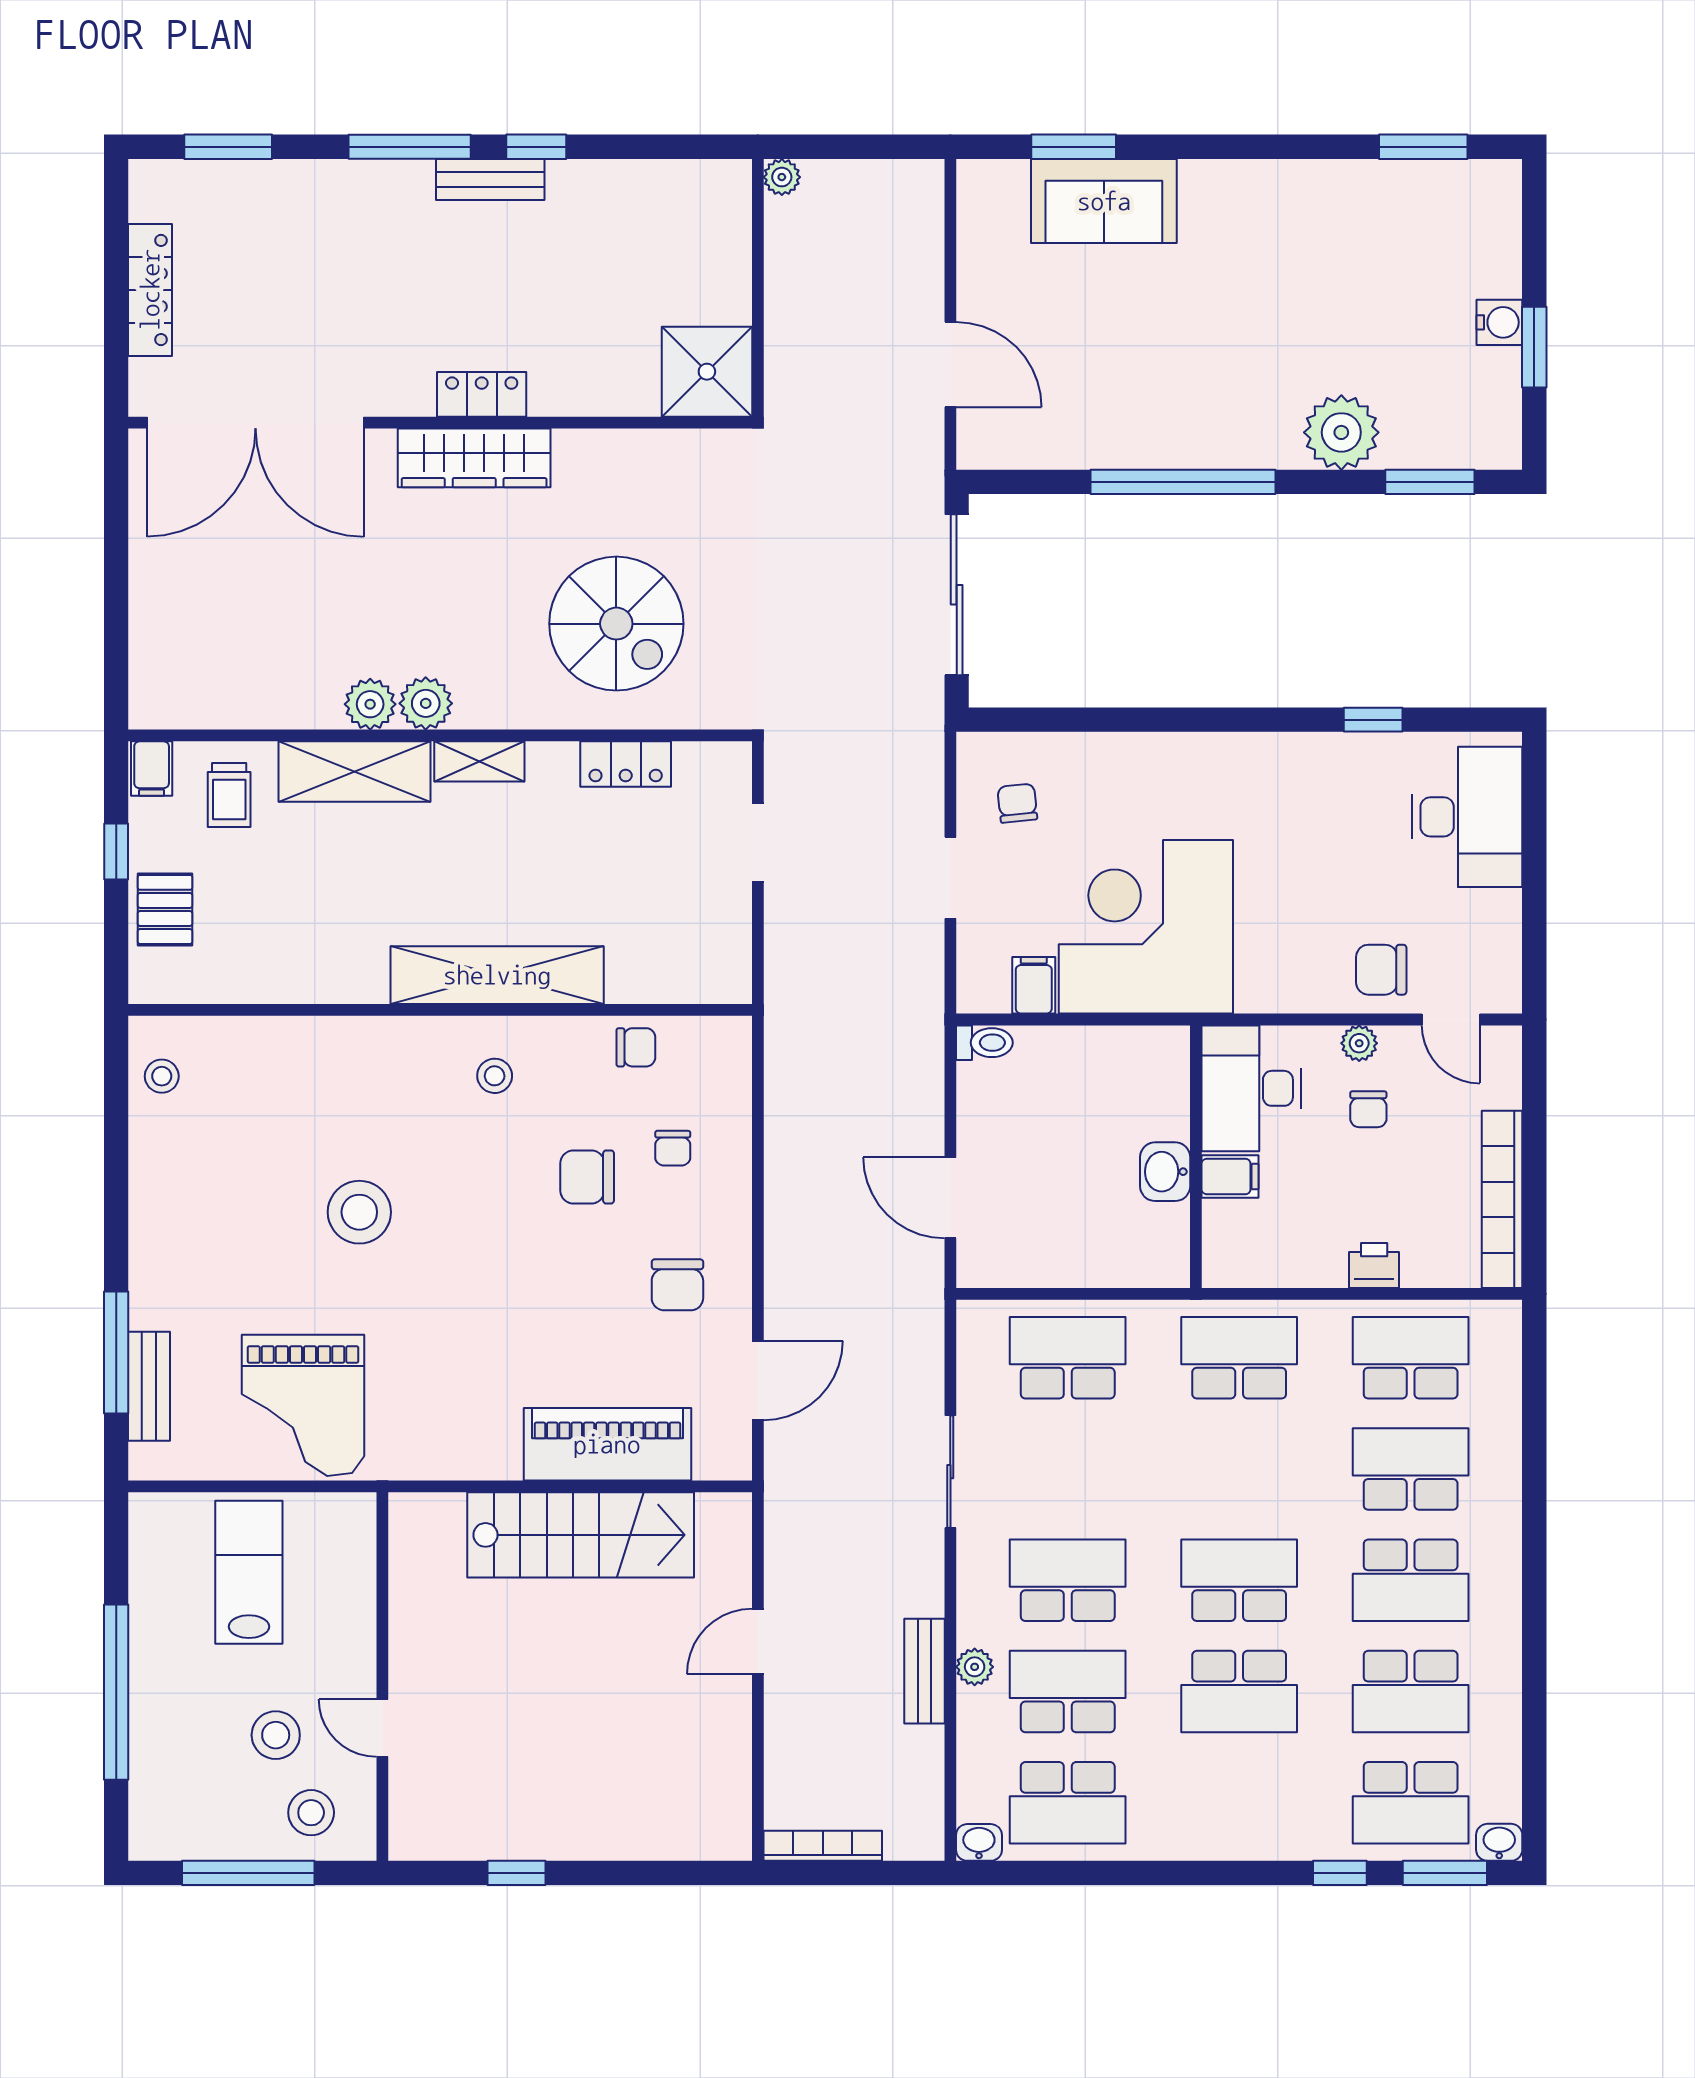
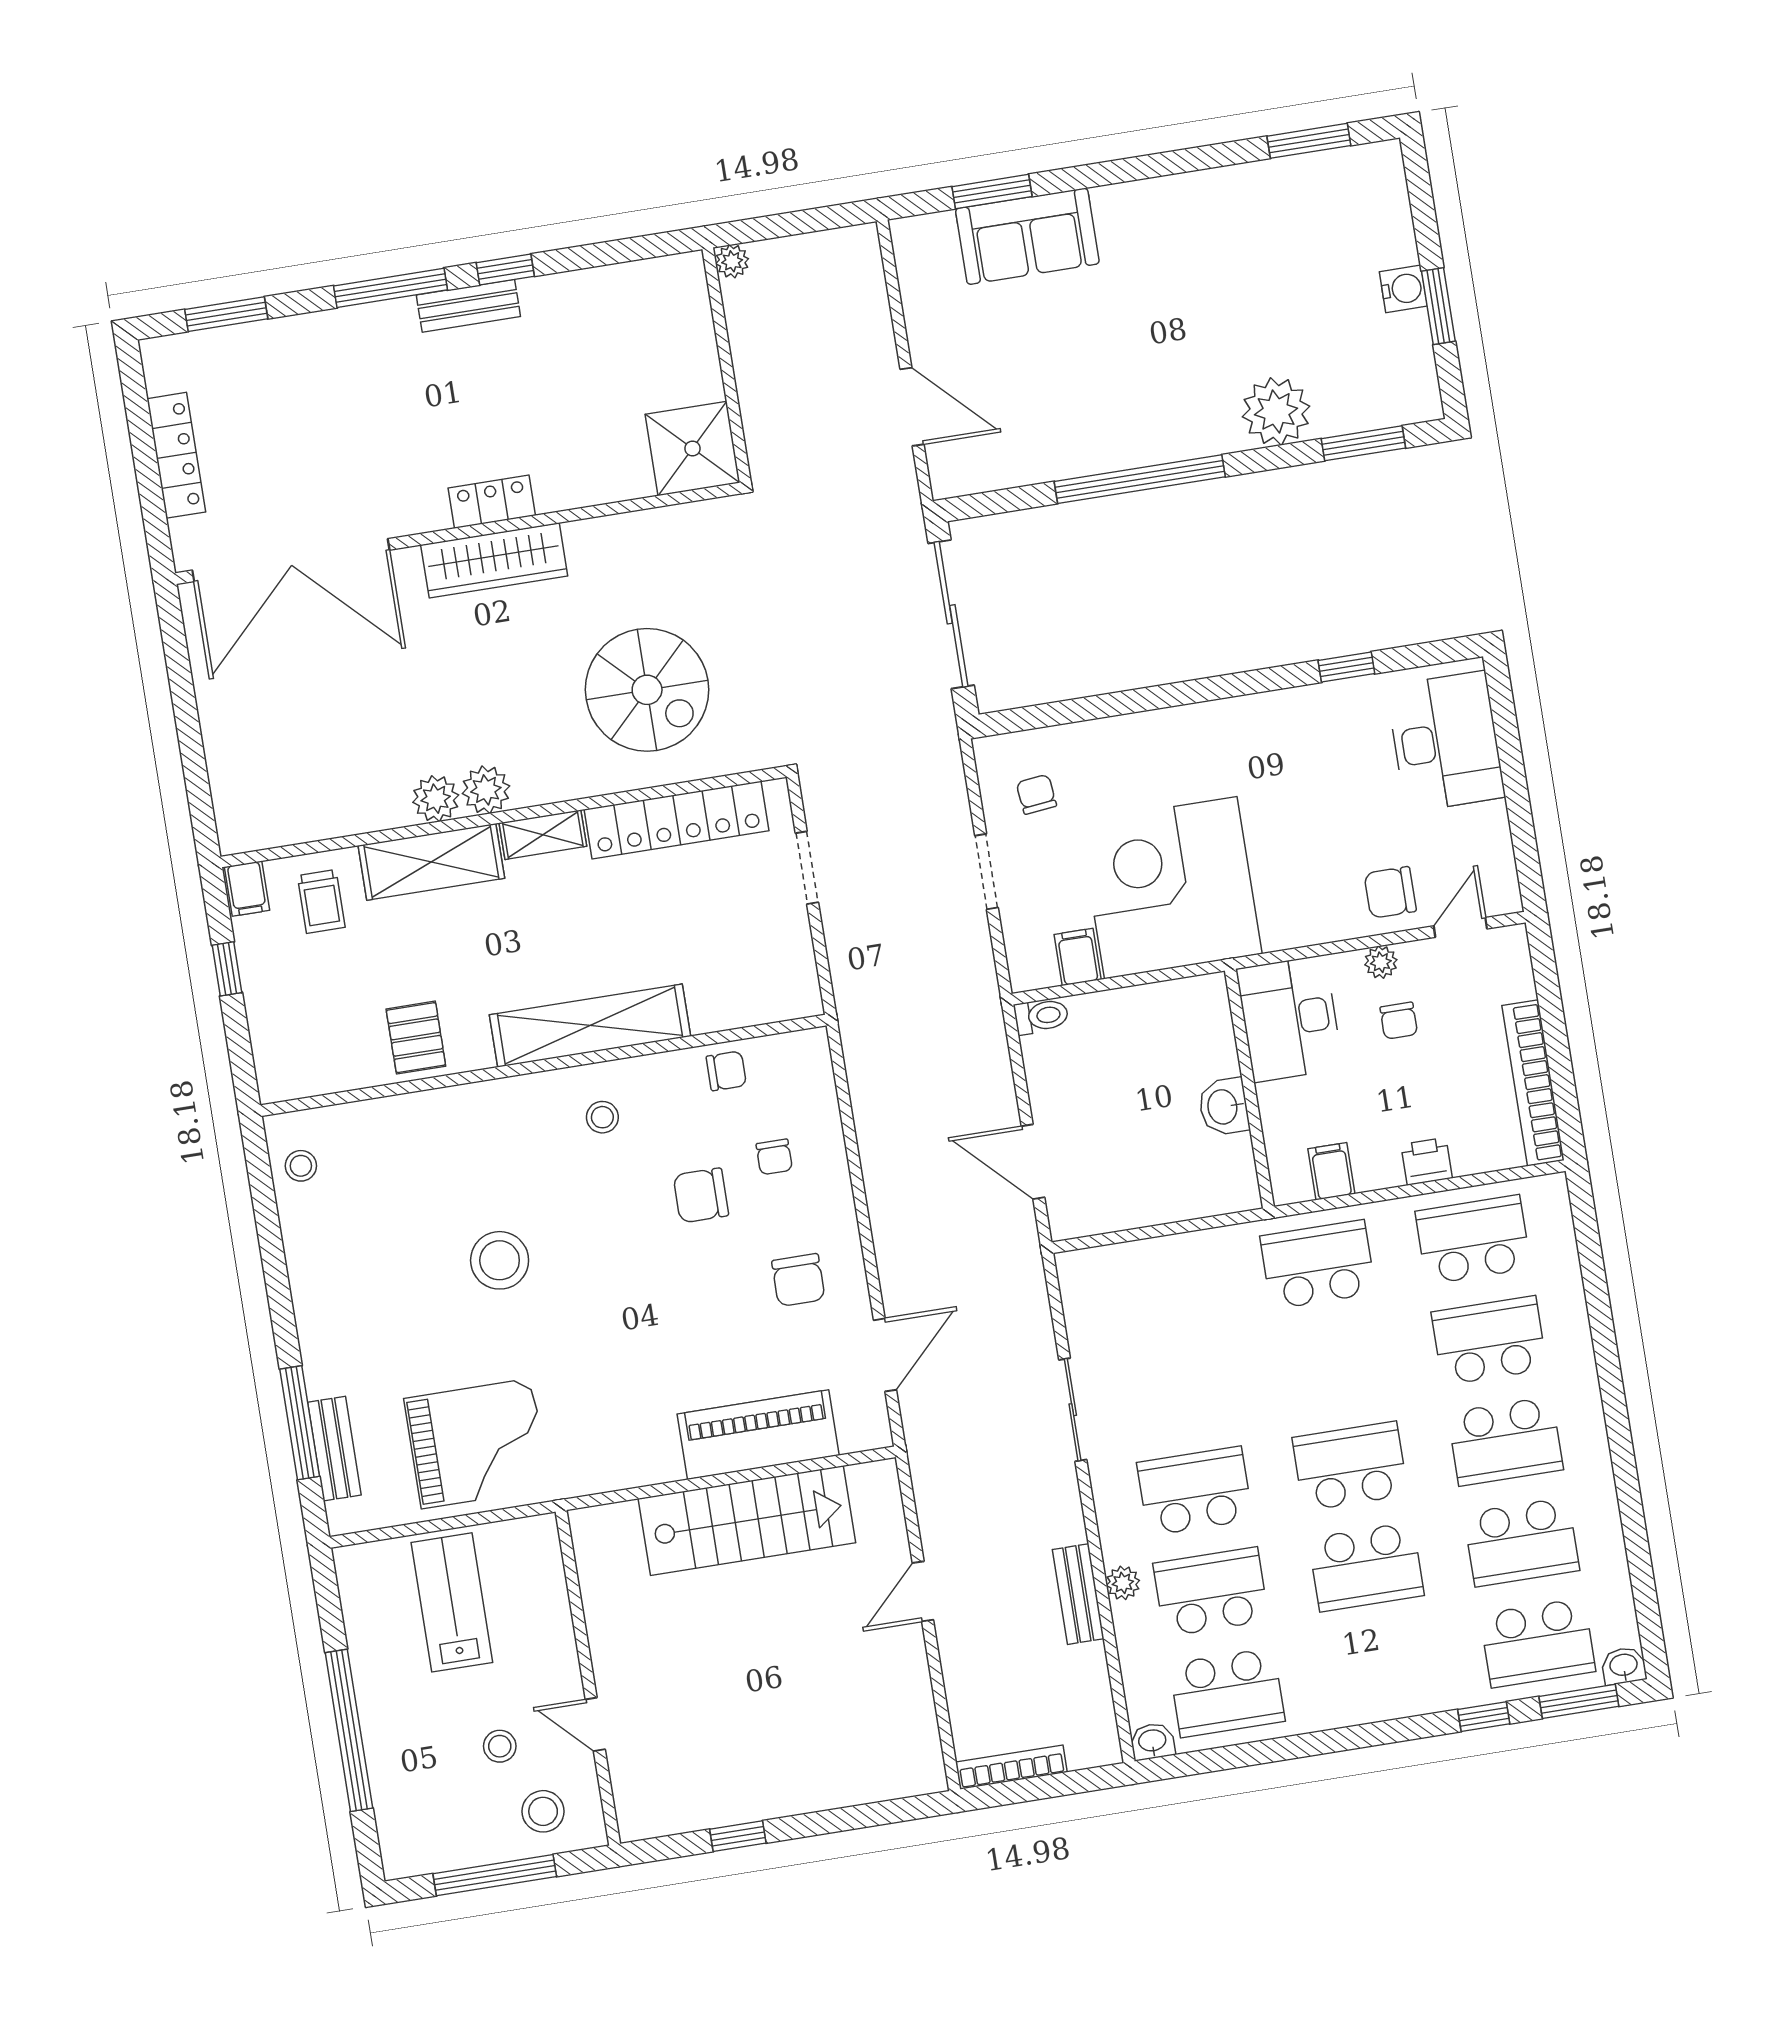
locker: (626, 764) -> (677, 820), width x2.16, depth x1.21
pallet: (165, 909) -> (416, 1038), moved
door: (1451, 1019) -> (1460, 927), swing flipped
filing cabinet: (1230, 1177) -> (1331, 1171), moved, turned -90
school desk: (1068, 1358) -> (1162, 1289), removed
grand piano: (303, 1405) -> (477, 1444), turned -90
stool: (276, 1735) -> (500, 1746), width x0.73, depth x0.73

